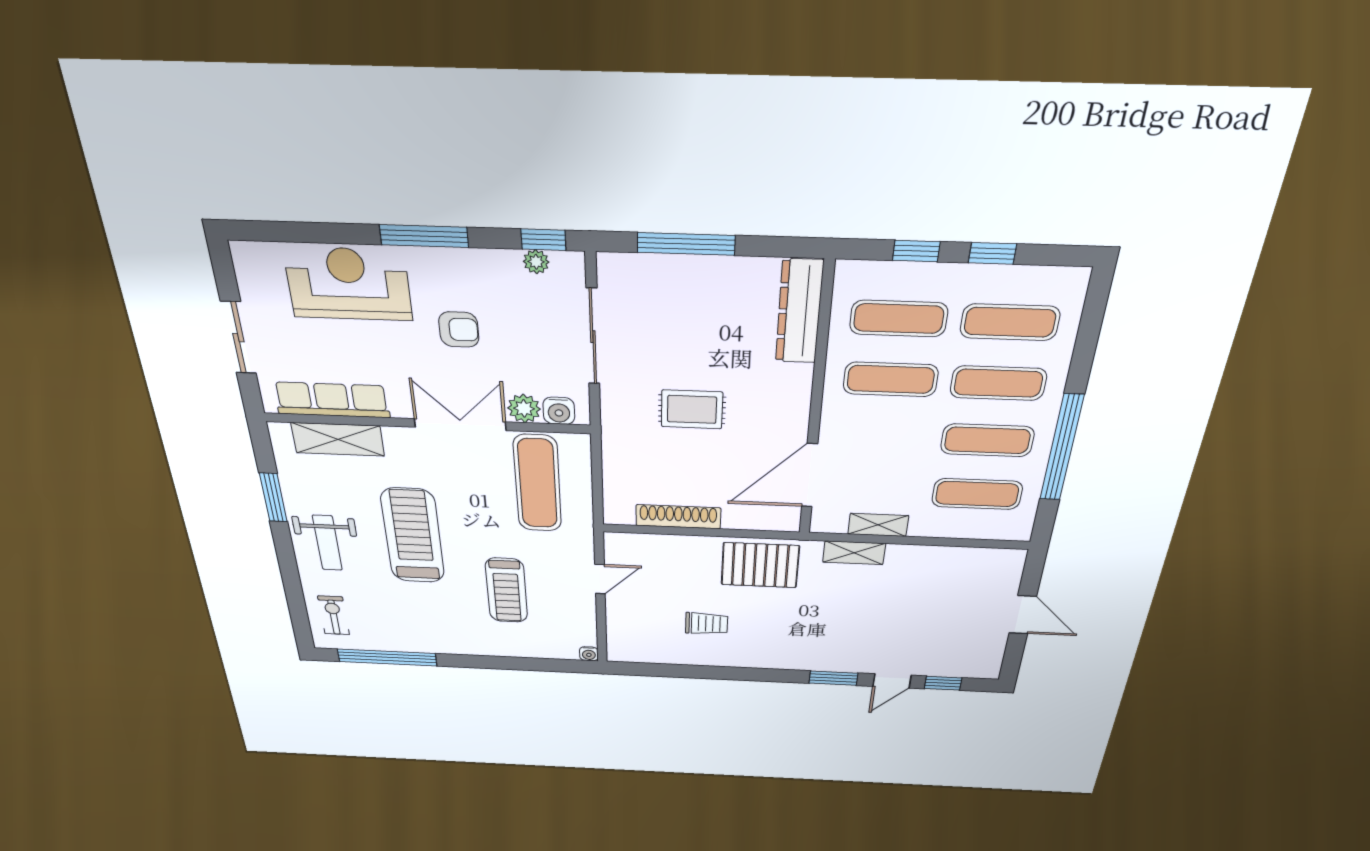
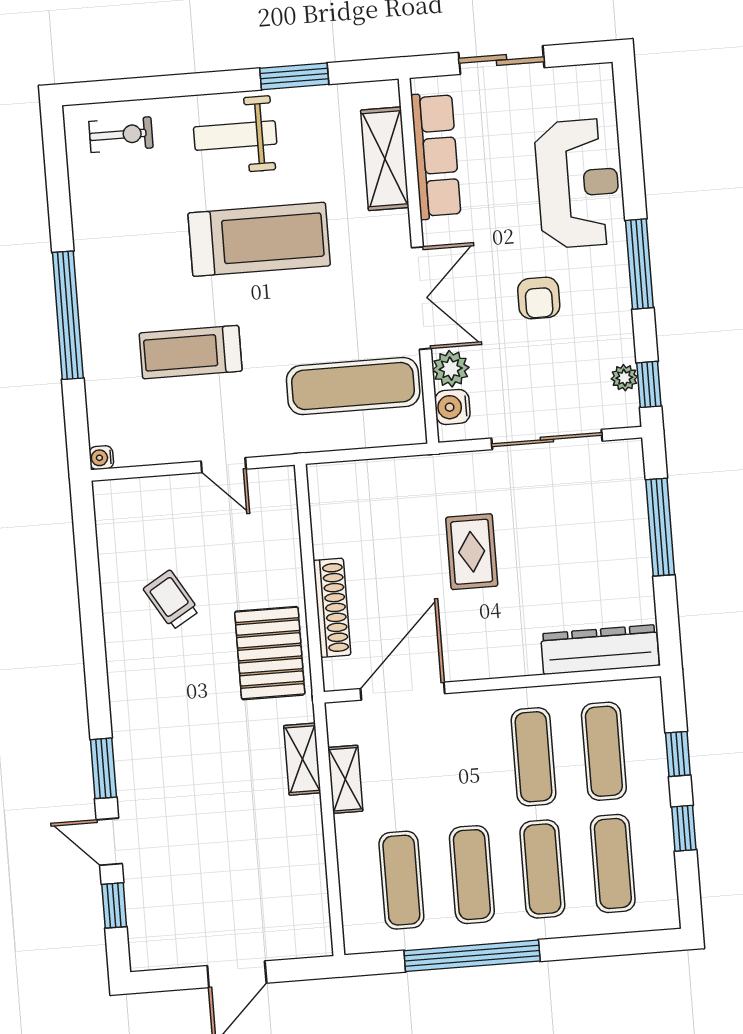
door: (810, 475) -> (403, 691), hinge flipped
shoe rack: (678, 517) -> (332, 608), moved
trolley: (707, 624) -> (171, 600), turned 149
window: (387, 657) -> (68, 315), moved

